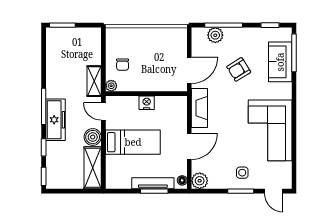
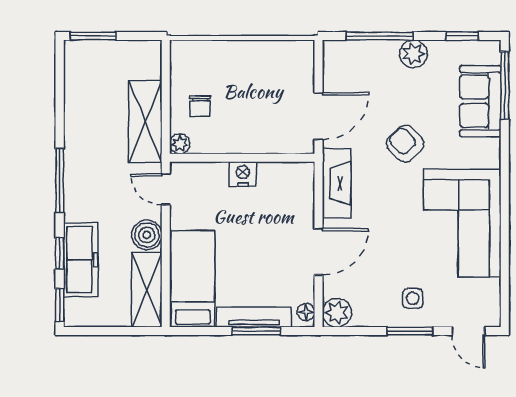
plant: (215, 35) -> (413, 54), moved
armchair: (239, 69) -> (405, 144), moved, turned 78
shelving: (94, 81) -> (145, 122), width x1.50, depth x1.33
freezer: (56, 120) -> (81, 260), moved
bed: (133, 142) -> (193, 279), moved, turned -90

